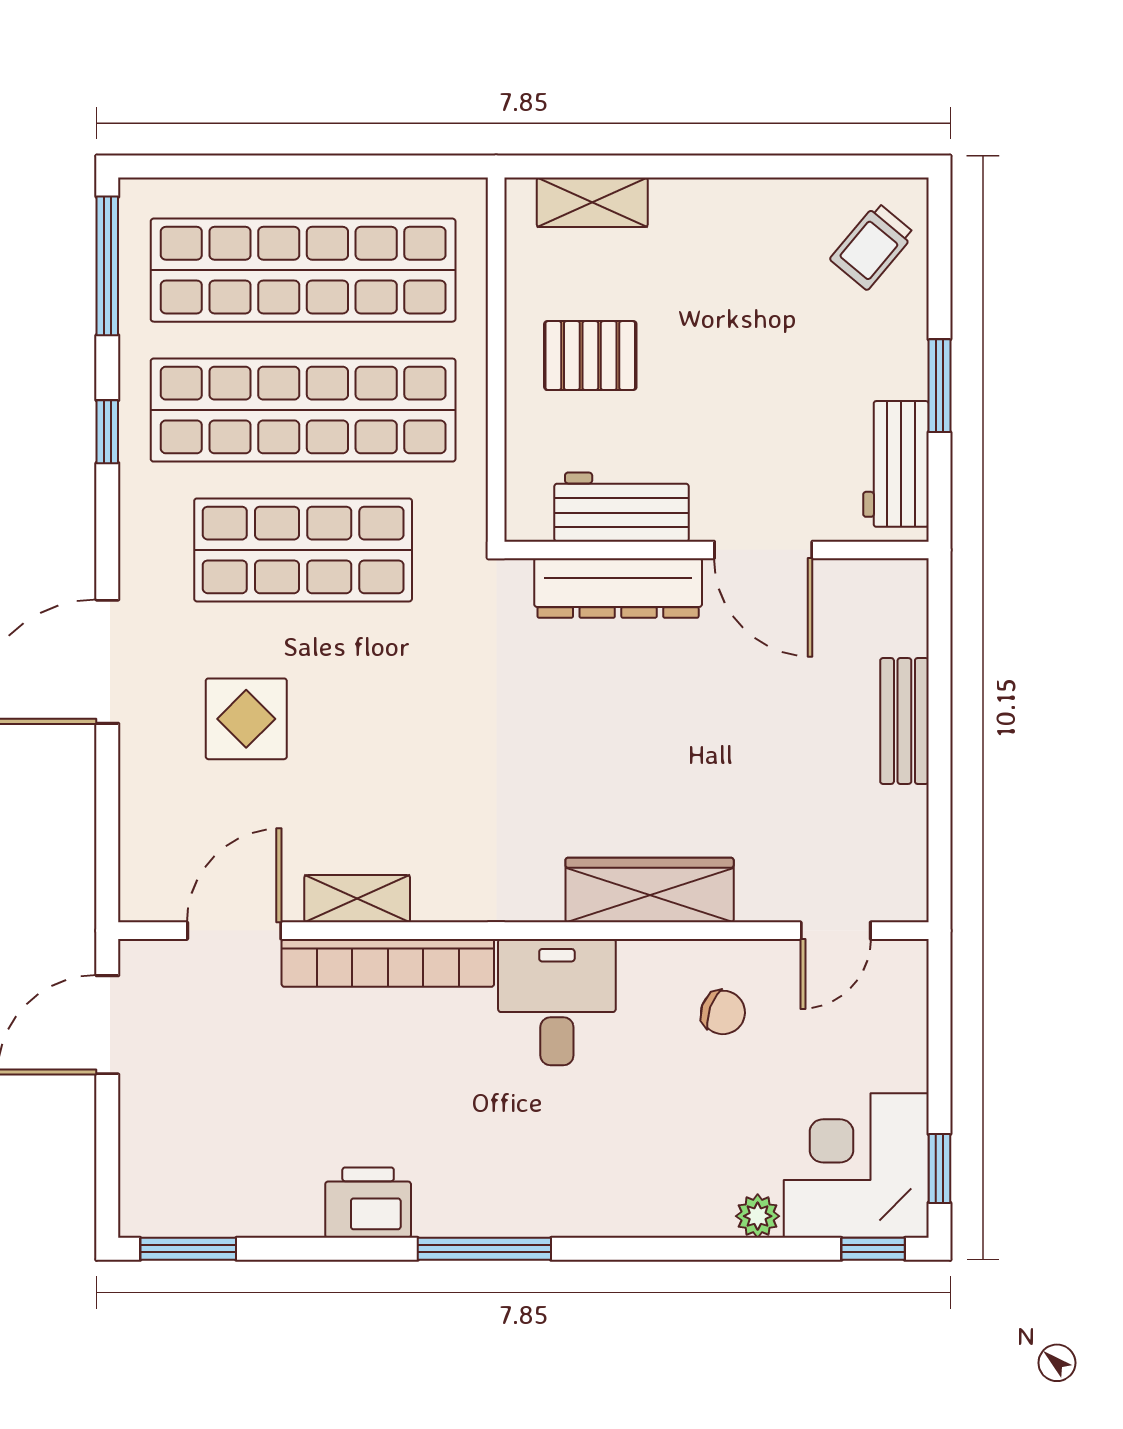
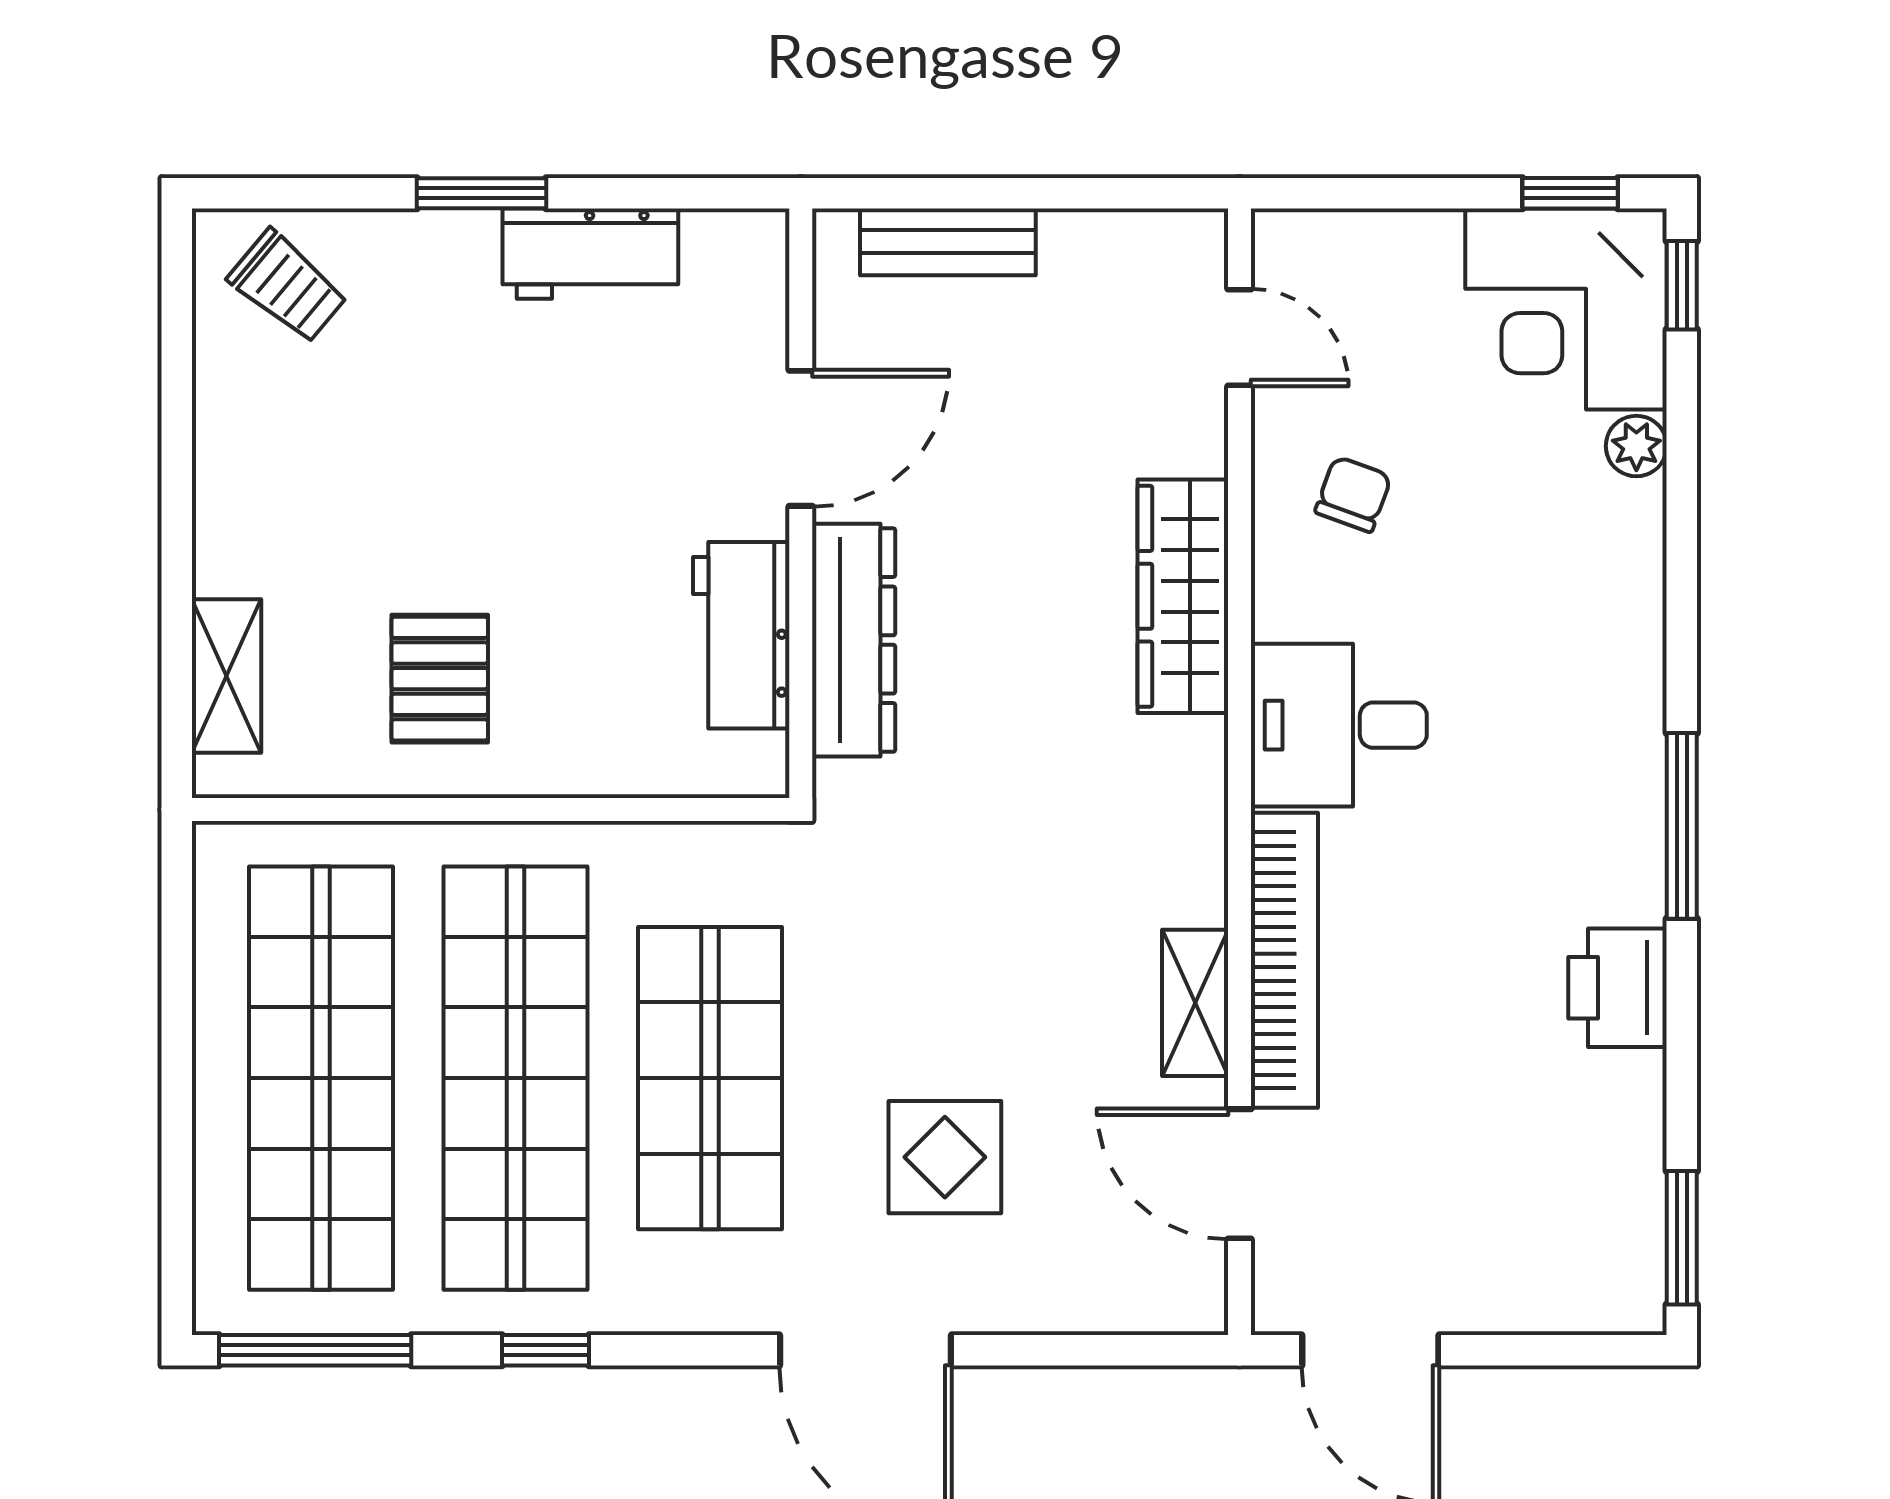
workbench: (622, 507) -> (741, 635), moved
wall: (716, 550) -> (801, 503), moved
door: (763, 550) -> (801, 438), moved
dresser: (618, 588) -> (854, 640), moved

